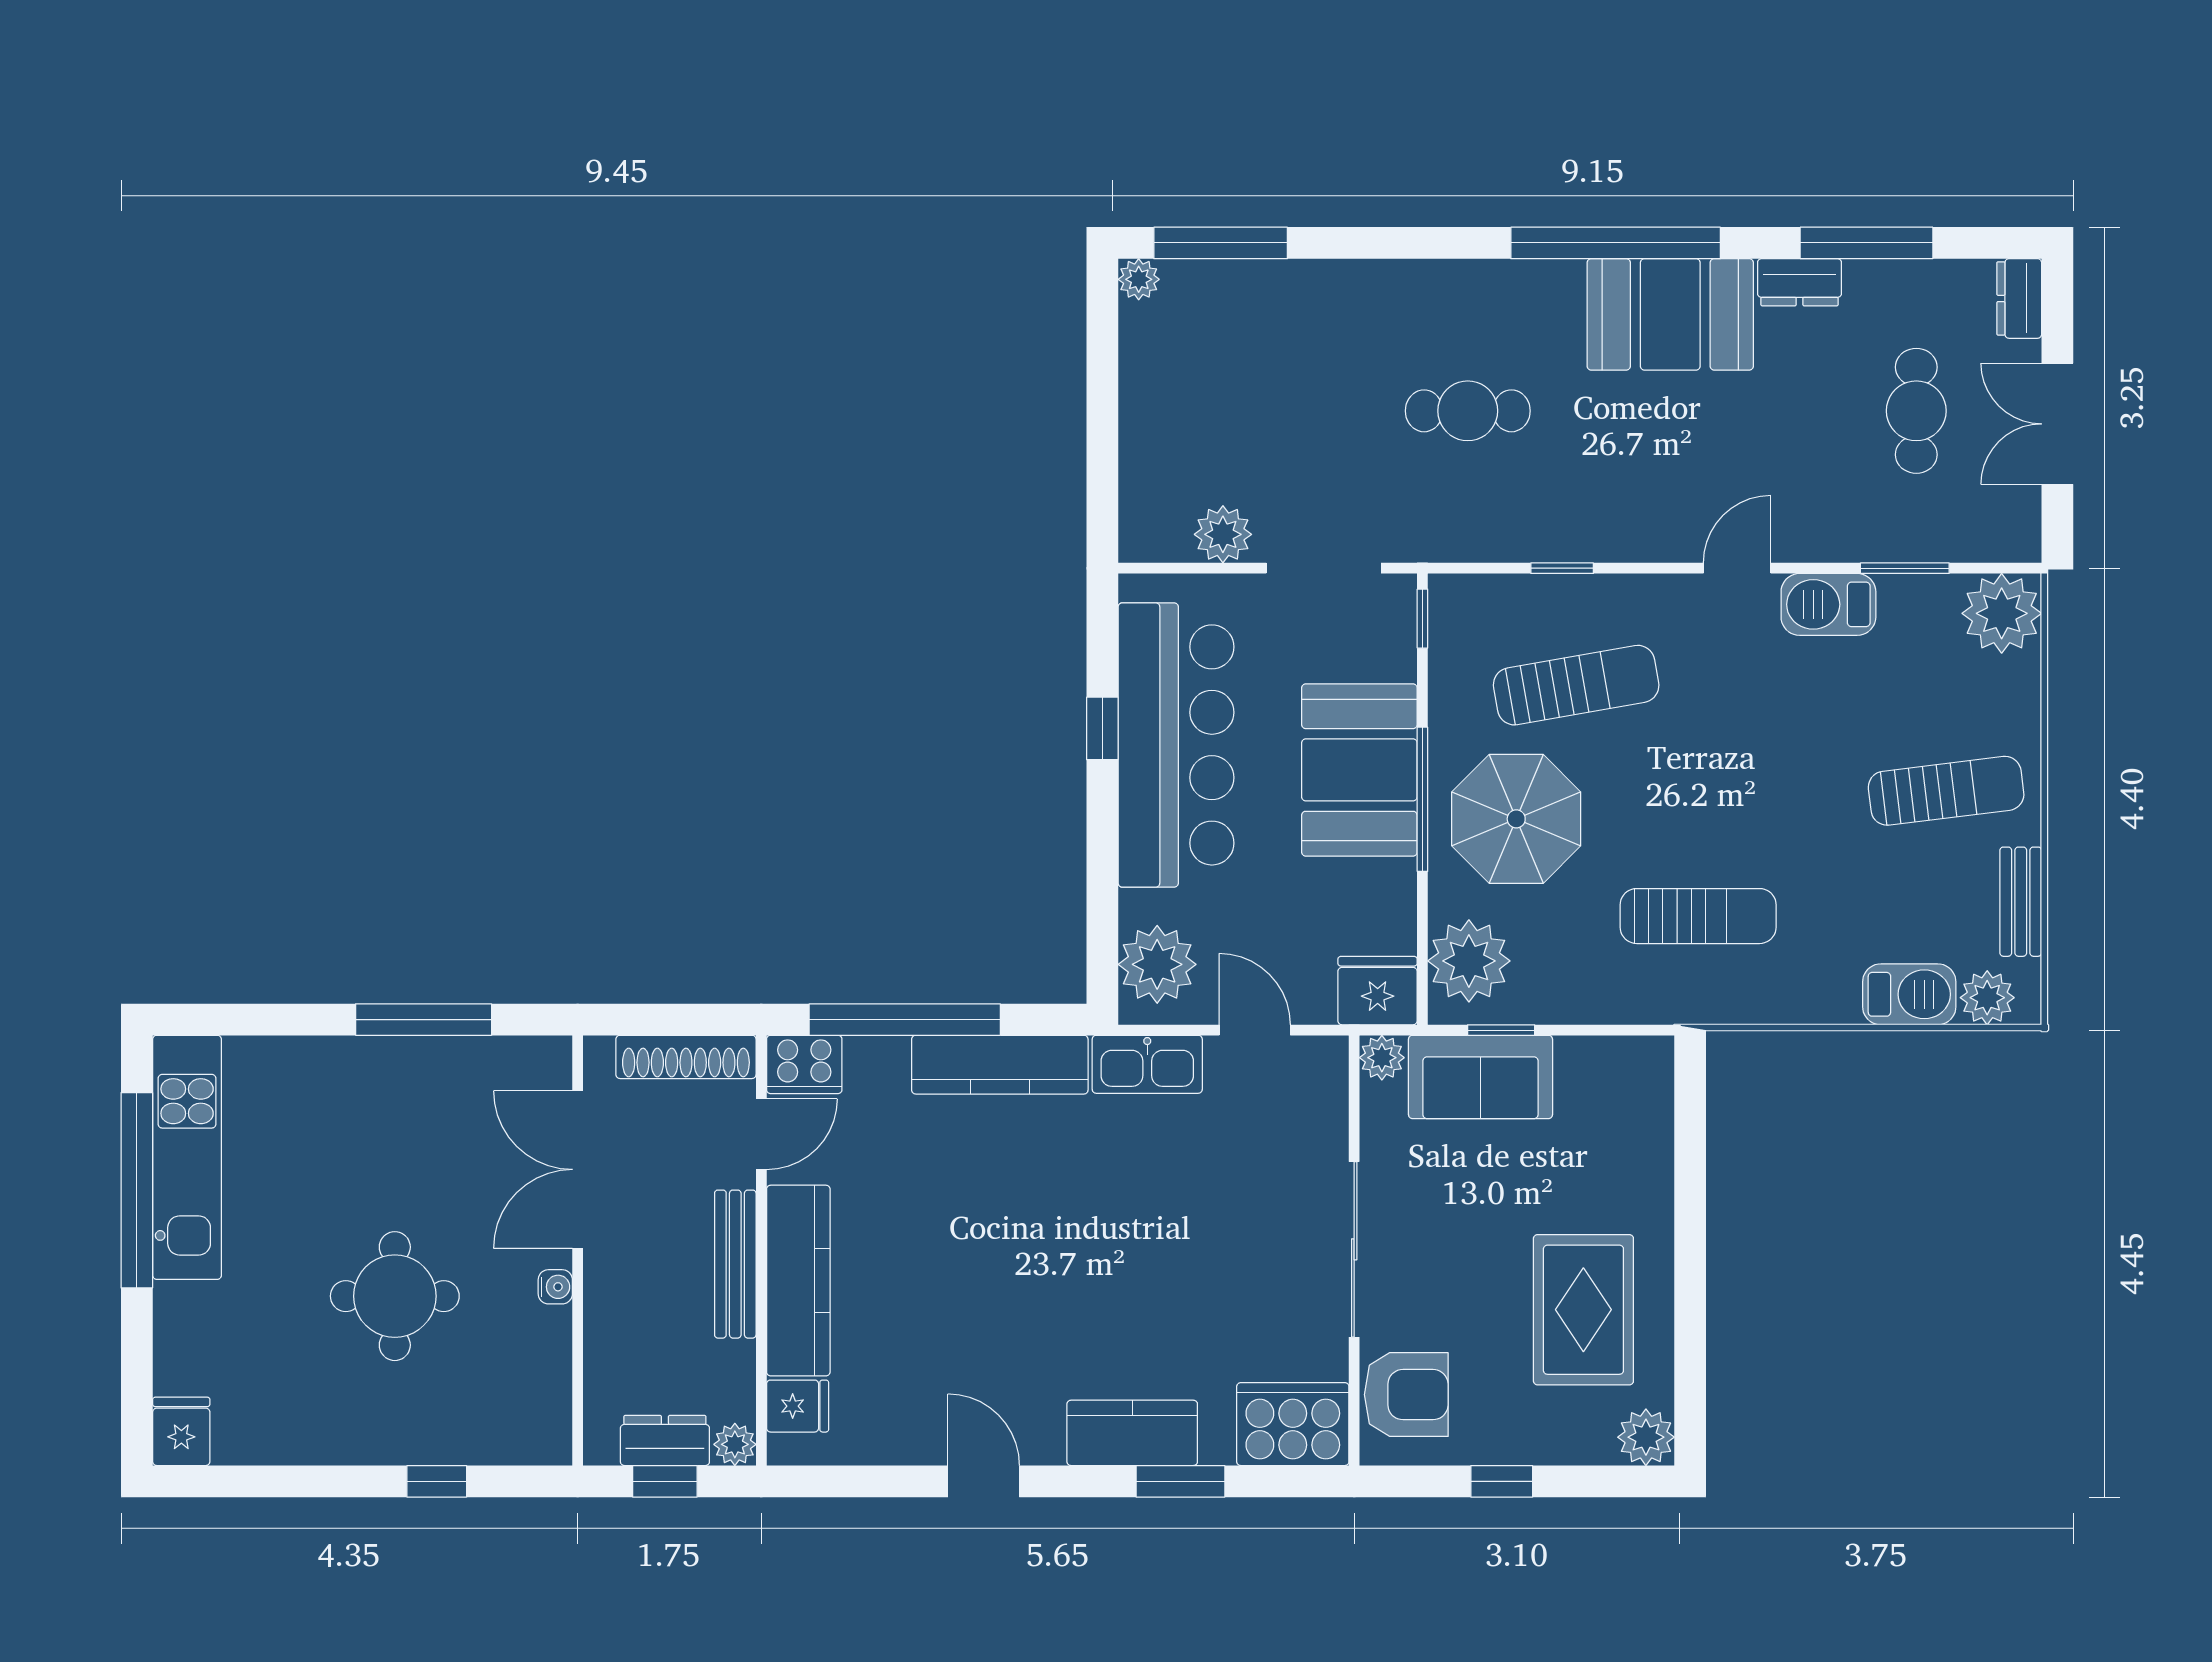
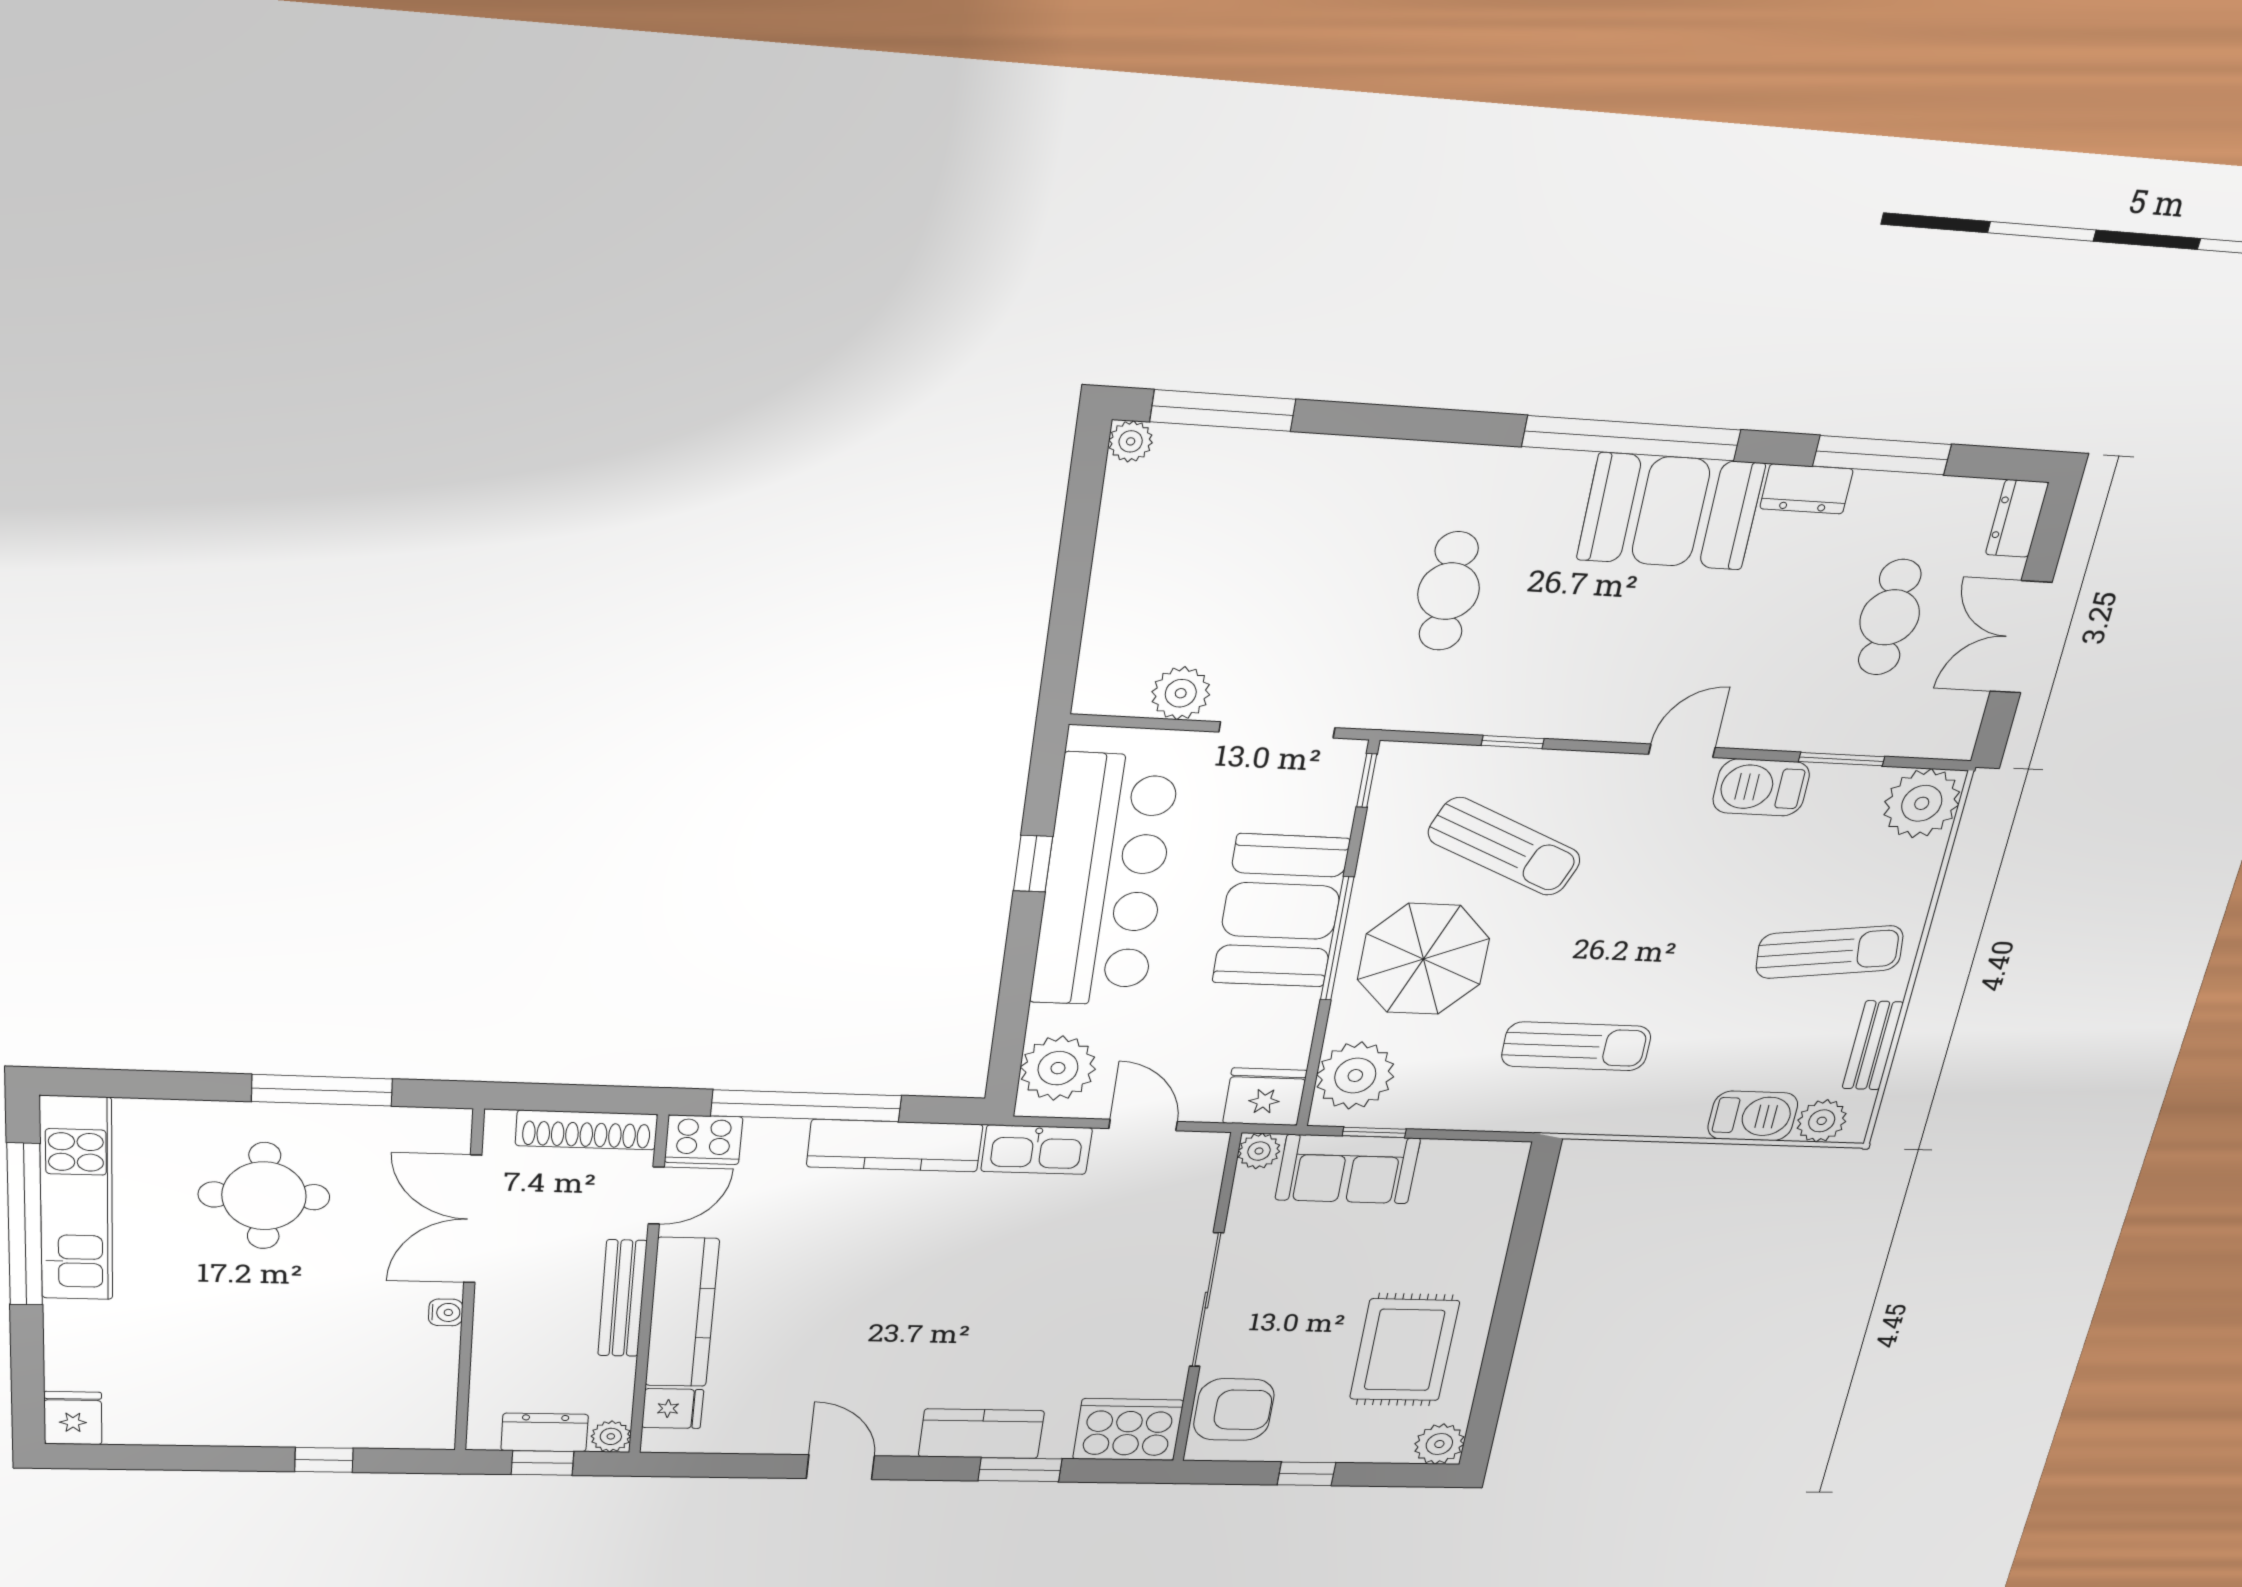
cafe table: (1468, 411) -> (1449, 591), turned 90
sun lounger: (1576, 685) -> (1504, 847), turned 33
round table: (395, 1296) -> (264, 1196), moved

